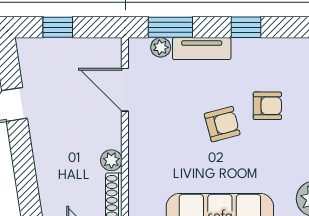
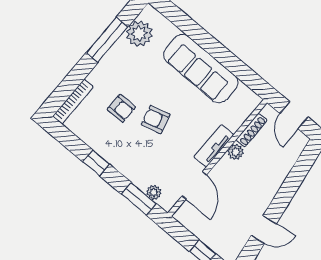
tv unit: (202, 49) -> (214, 146), moved, turned -90
armchair: (267, 106) -> (121, 108), turned 180

